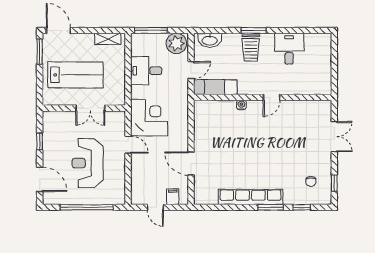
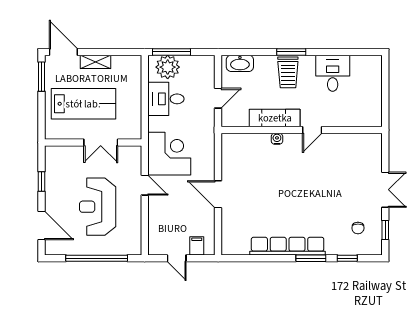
shelving: (108, 39) -> (95, 62), moved
plant: (176, 43) -> (168, 67), moved
exam couch: (215, 87) -> (275, 118), moved
double door: (334, 137) -> (385, 190), moved
door: (191, 163) -> (218, 194), moved

